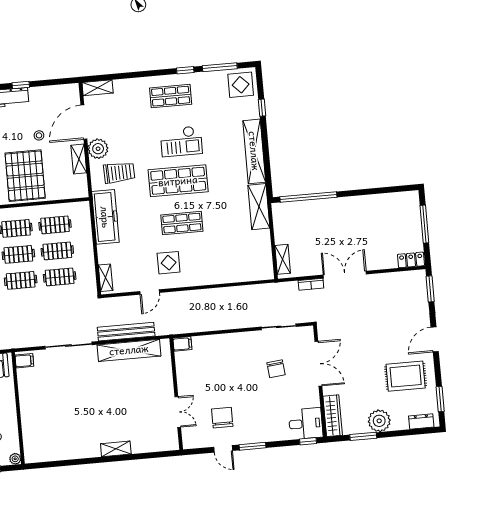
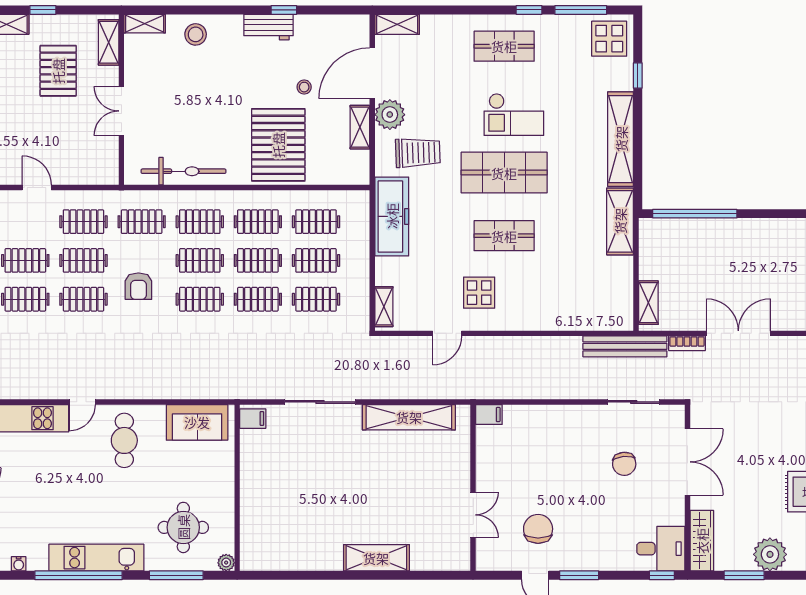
bench: (126, 332) -> (625, 346), moved
shelving: (116, 449) -> (376, 558), width x1.50, depth x1.33

